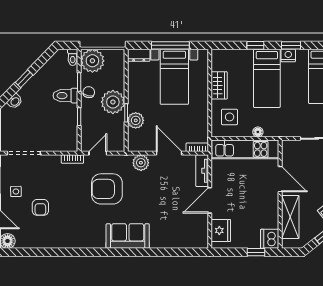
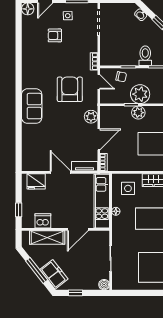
chair: (89, 92) -> (121, 77), moved
plant: (136, 120) -> (138, 113), moved
dishwasher: (270, 239) -> (43, 221), moved

